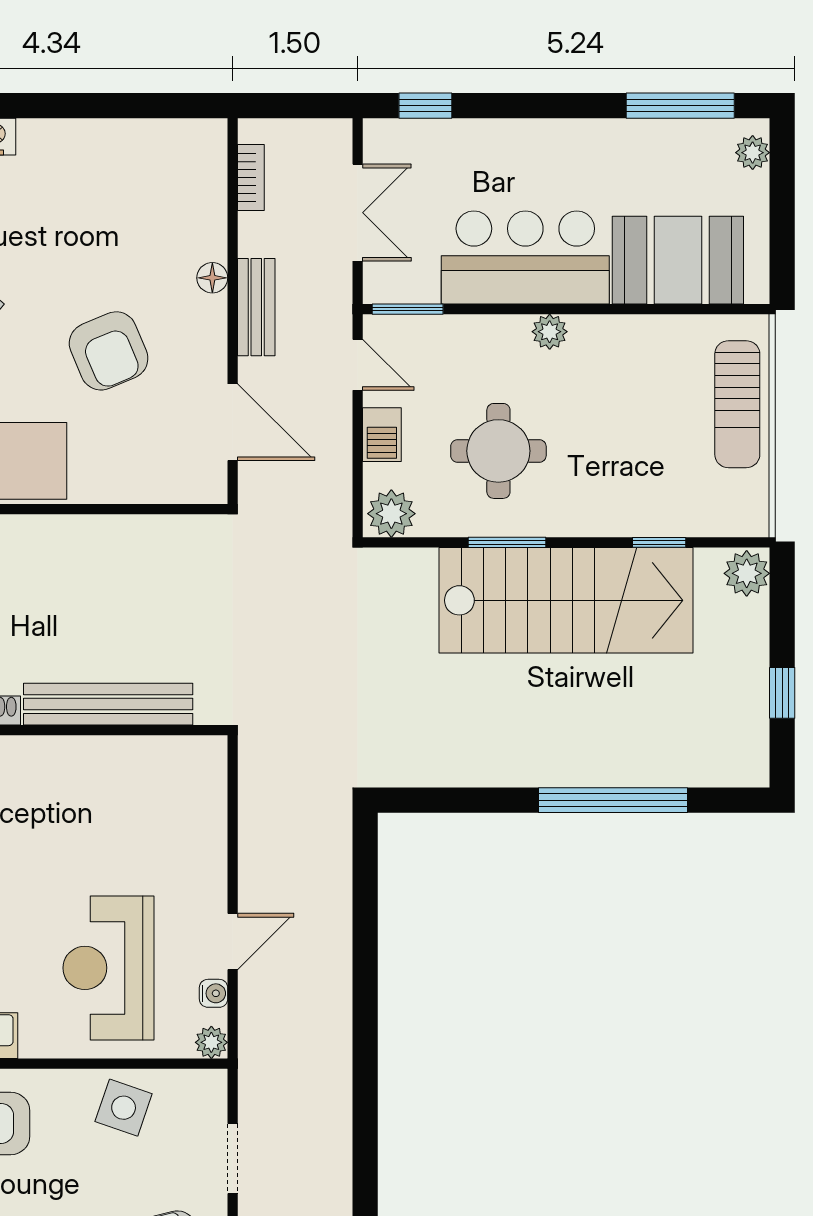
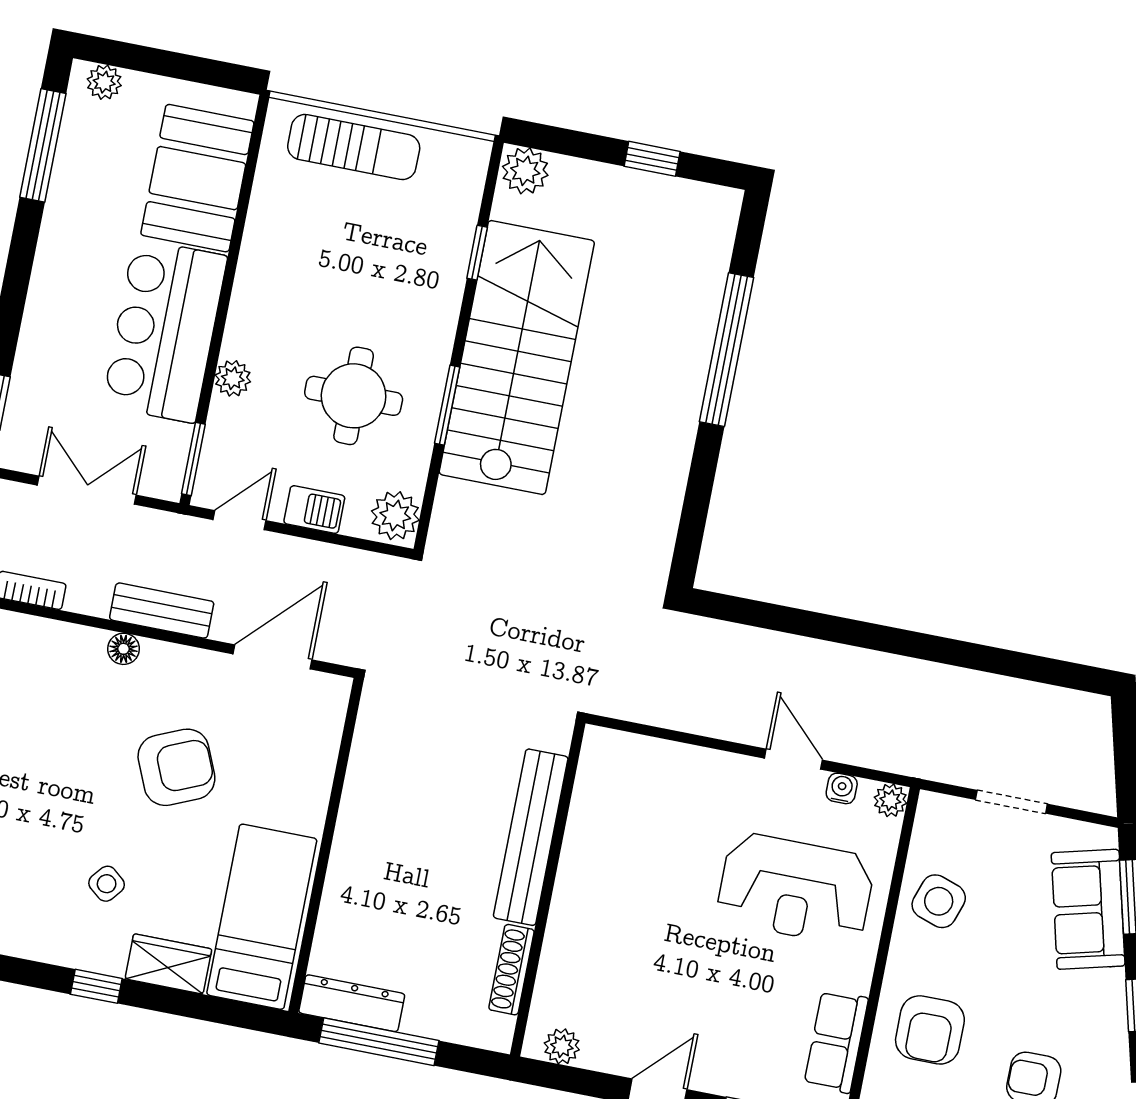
plant: (550, 332) -> (233, 378), moved

